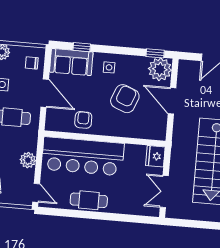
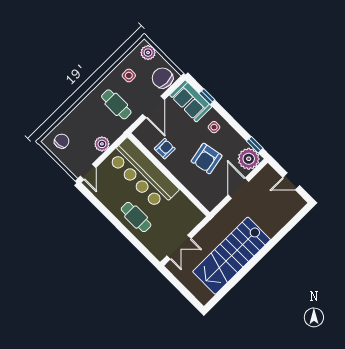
chair: (32, 63) -> (162, 78), width x1.87, depth x1.87
armchair: (125, 99) -> (207, 159), turned 147
fridge: (155, 156) -> (194, 217), removed
double door: (164, 192) -> (179, 247), swing flipped
cafe table: (89, 200) -> (136, 217), moved

